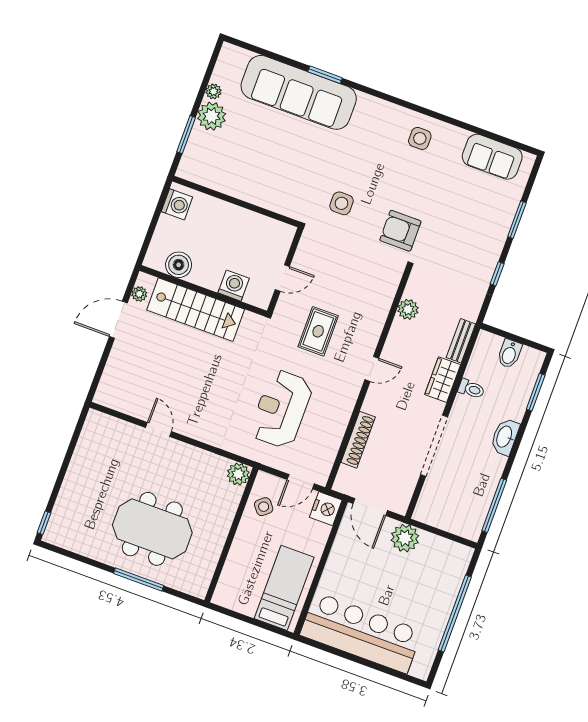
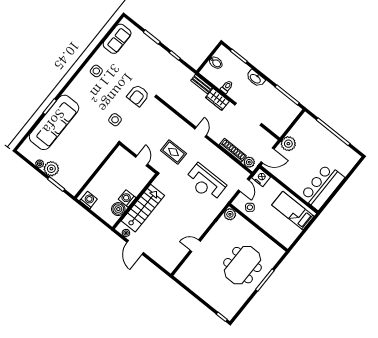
washing machine: (234, 286) -> (127, 199), moved
plant: (408, 309) -> (249, 162), moved
bar counter: (361, 633) -> (322, 187), width x0.73

